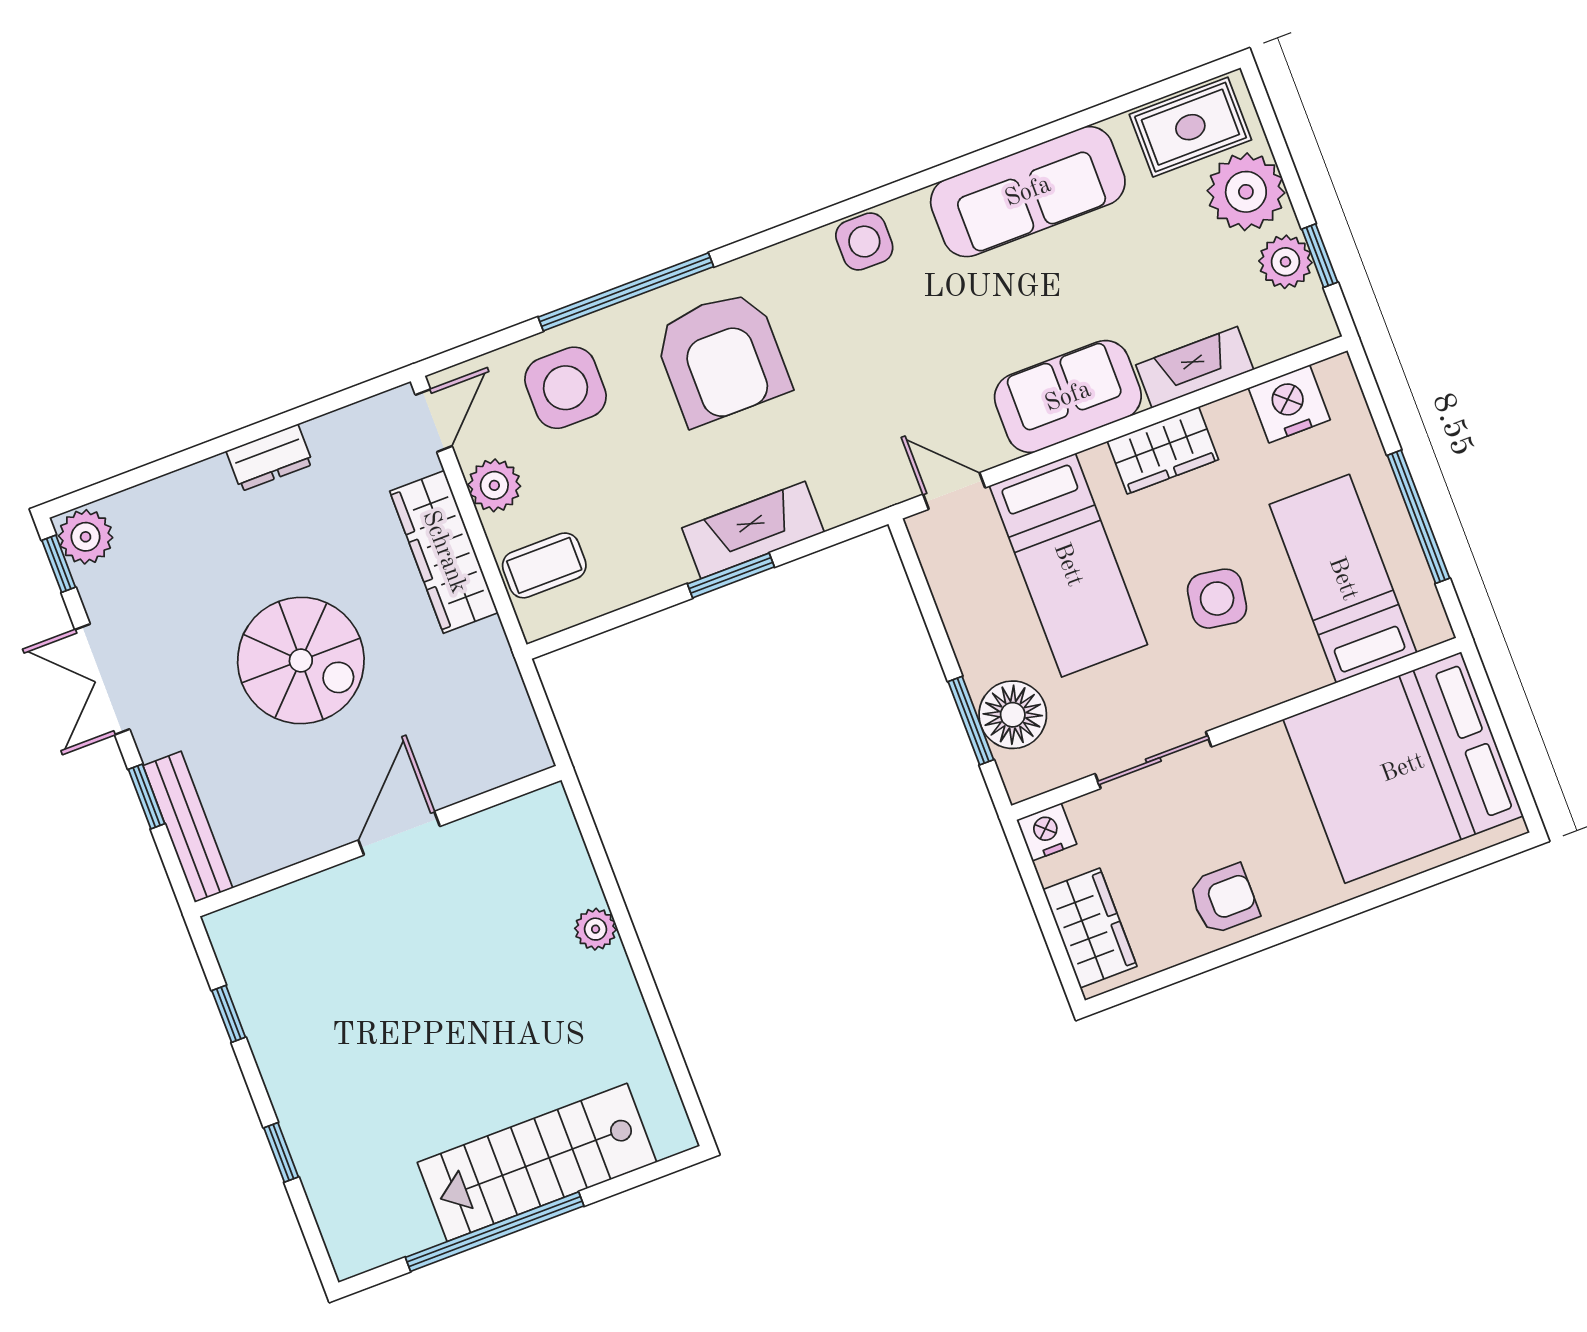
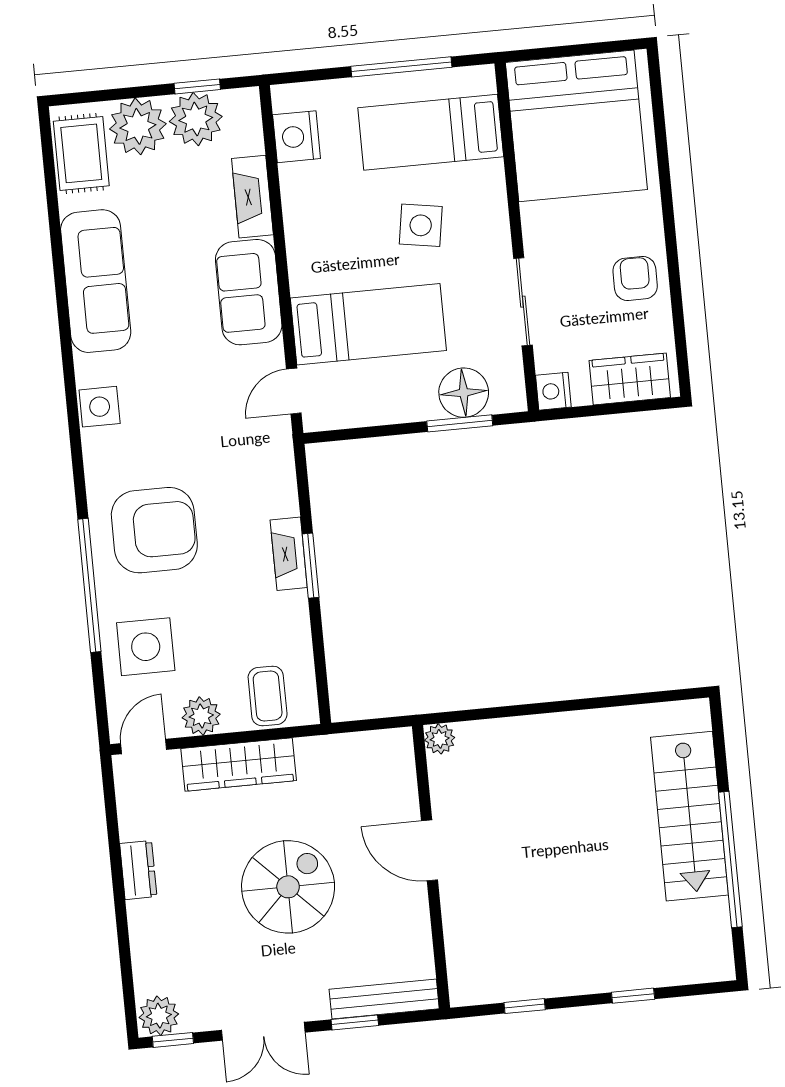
plant: (1285, 262) -> (196, 119), width x1.36, depth x1.36
door: (434, 421) -> (144, 746), hinge flipped
wardrobe: (1163, 450) -> (305, 235), removed
fireplace: (753, 530) -> (289, 554), width x0.73, depth x0.76
plant: (596, 929) -> (440, 739), moved

